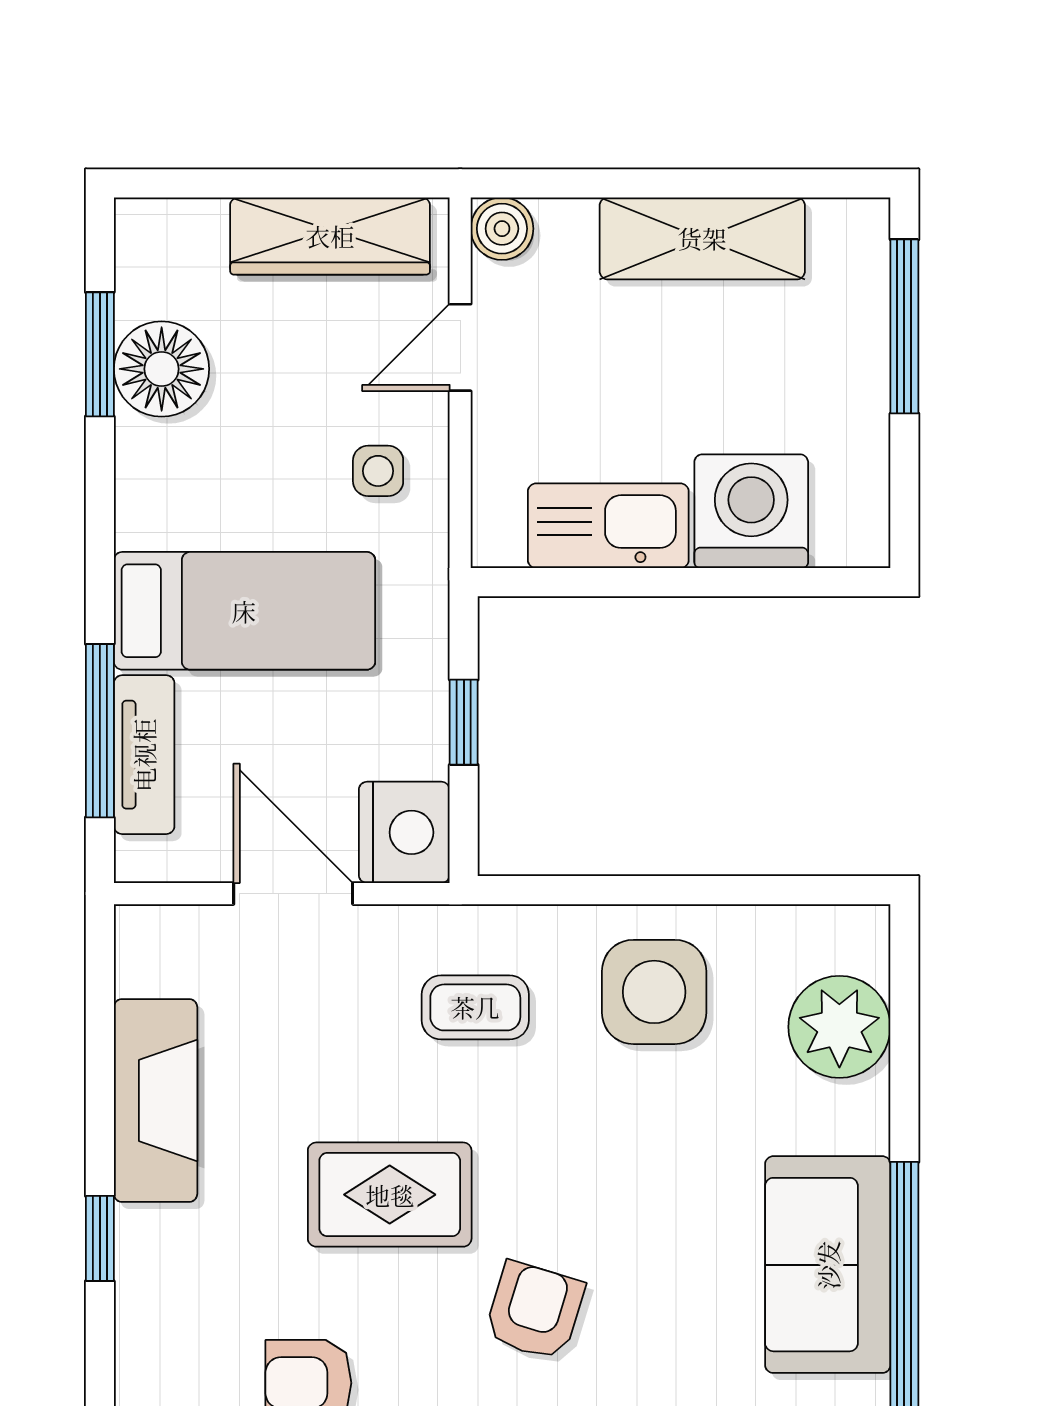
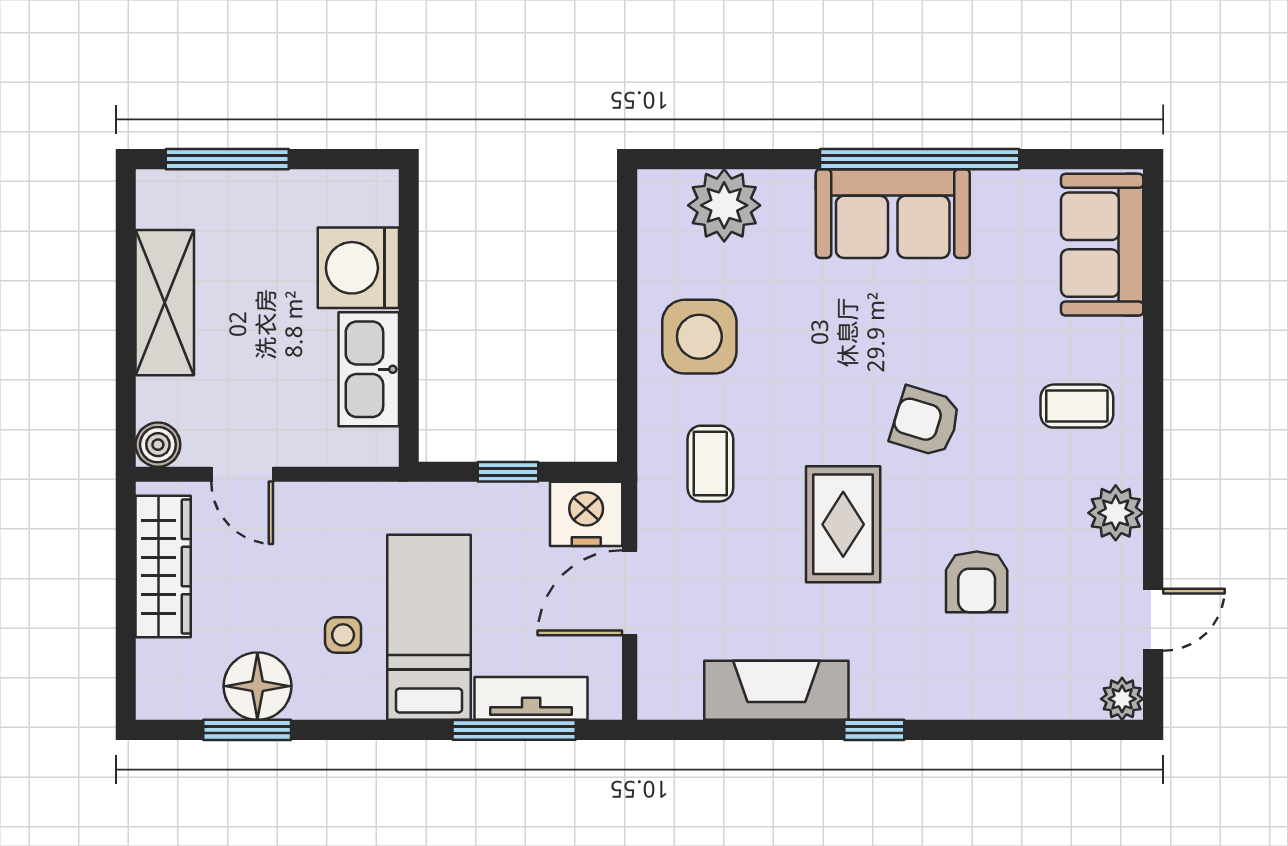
side table: (378, 471) -> (343, 635), moved

